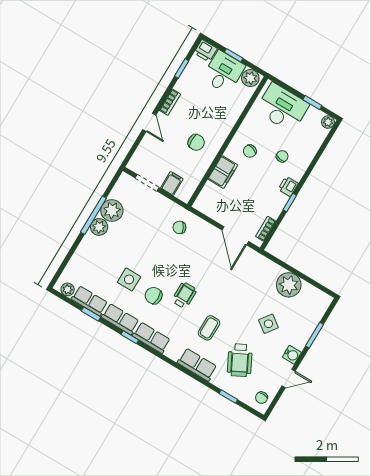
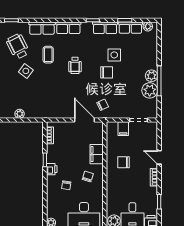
door: (235, 236) -> (85, 120), moved
plant: (289, 285) -> (20, 114), width x0.53, depth x0.53
chair: (154, 296) -> (107, 72), moved
side table: (268, 324) -> (26, 71), moved
row of seats: (151, 338) -> (68, 28), moved

